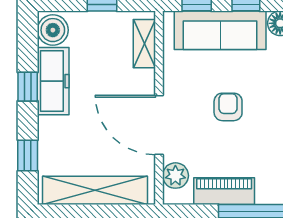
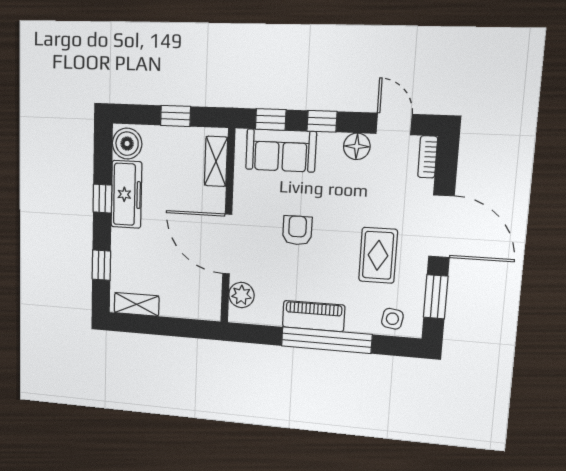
sofa: (220, 30) -> (281, 150), width x0.73
shelving: (95, 190) -> (137, 304), width x0.45, depth x0.75
piano: (224, 191) -> (314, 316), moved

